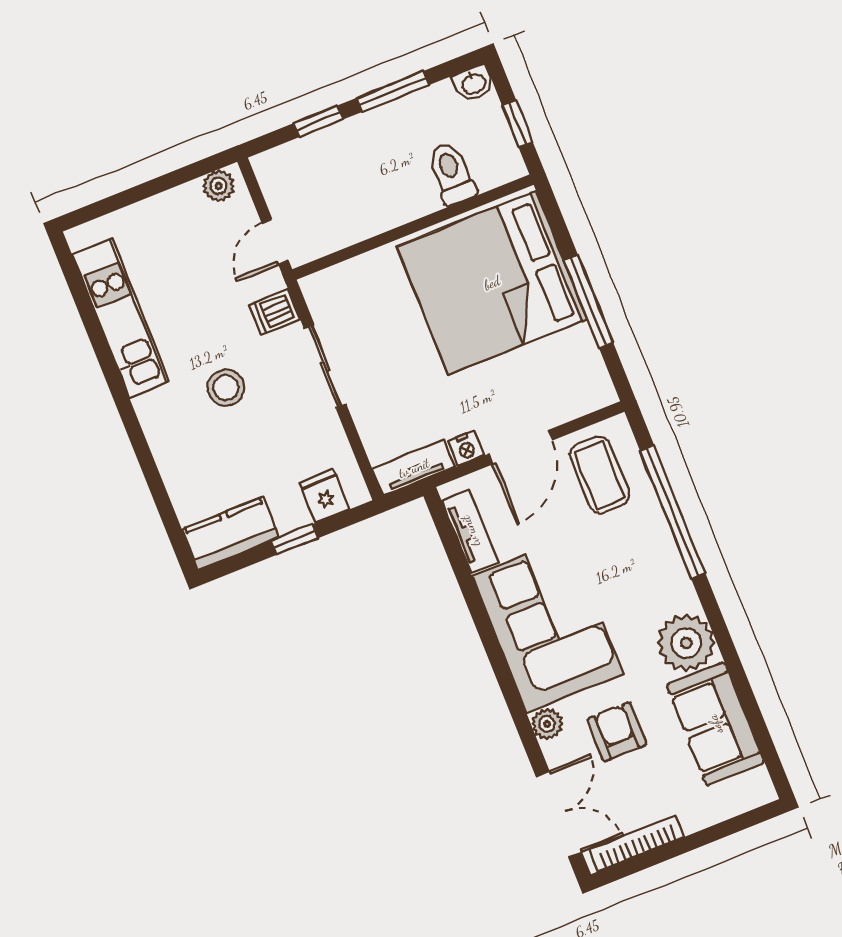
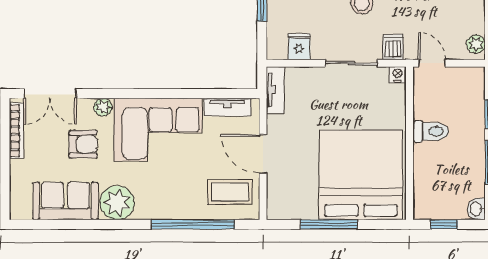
toilet: (452, 173) -> (431, 131), moved
nightstand: (466, 448) -> (398, 75), moved, turned 90
fridge: (325, 496) -> (299, 47), moved, turned -90

